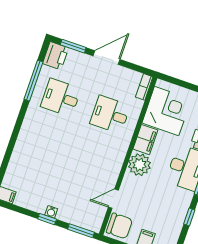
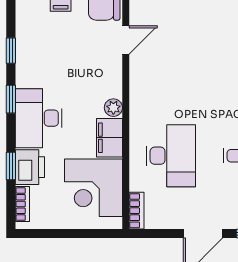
desk: (110, 114) -> (171, 156), width x1.37
plant: (139, 165) -> (113, 108), width x0.53, depth x0.53

